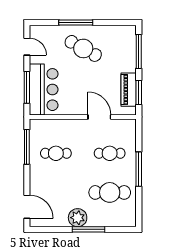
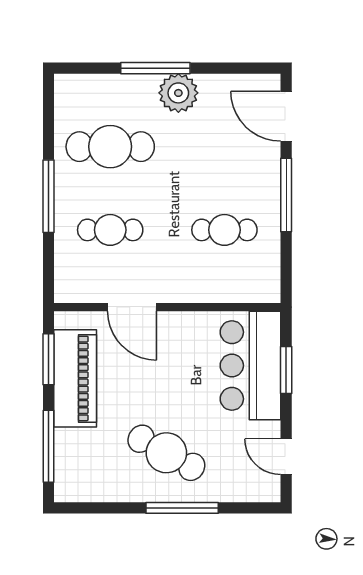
window: (27, 87) -> (286, 370), width x0.69
piano: (129, 90) -> (75, 378), width x1.37, depth x1.33
window: (27, 147) -> (286, 195), moved

